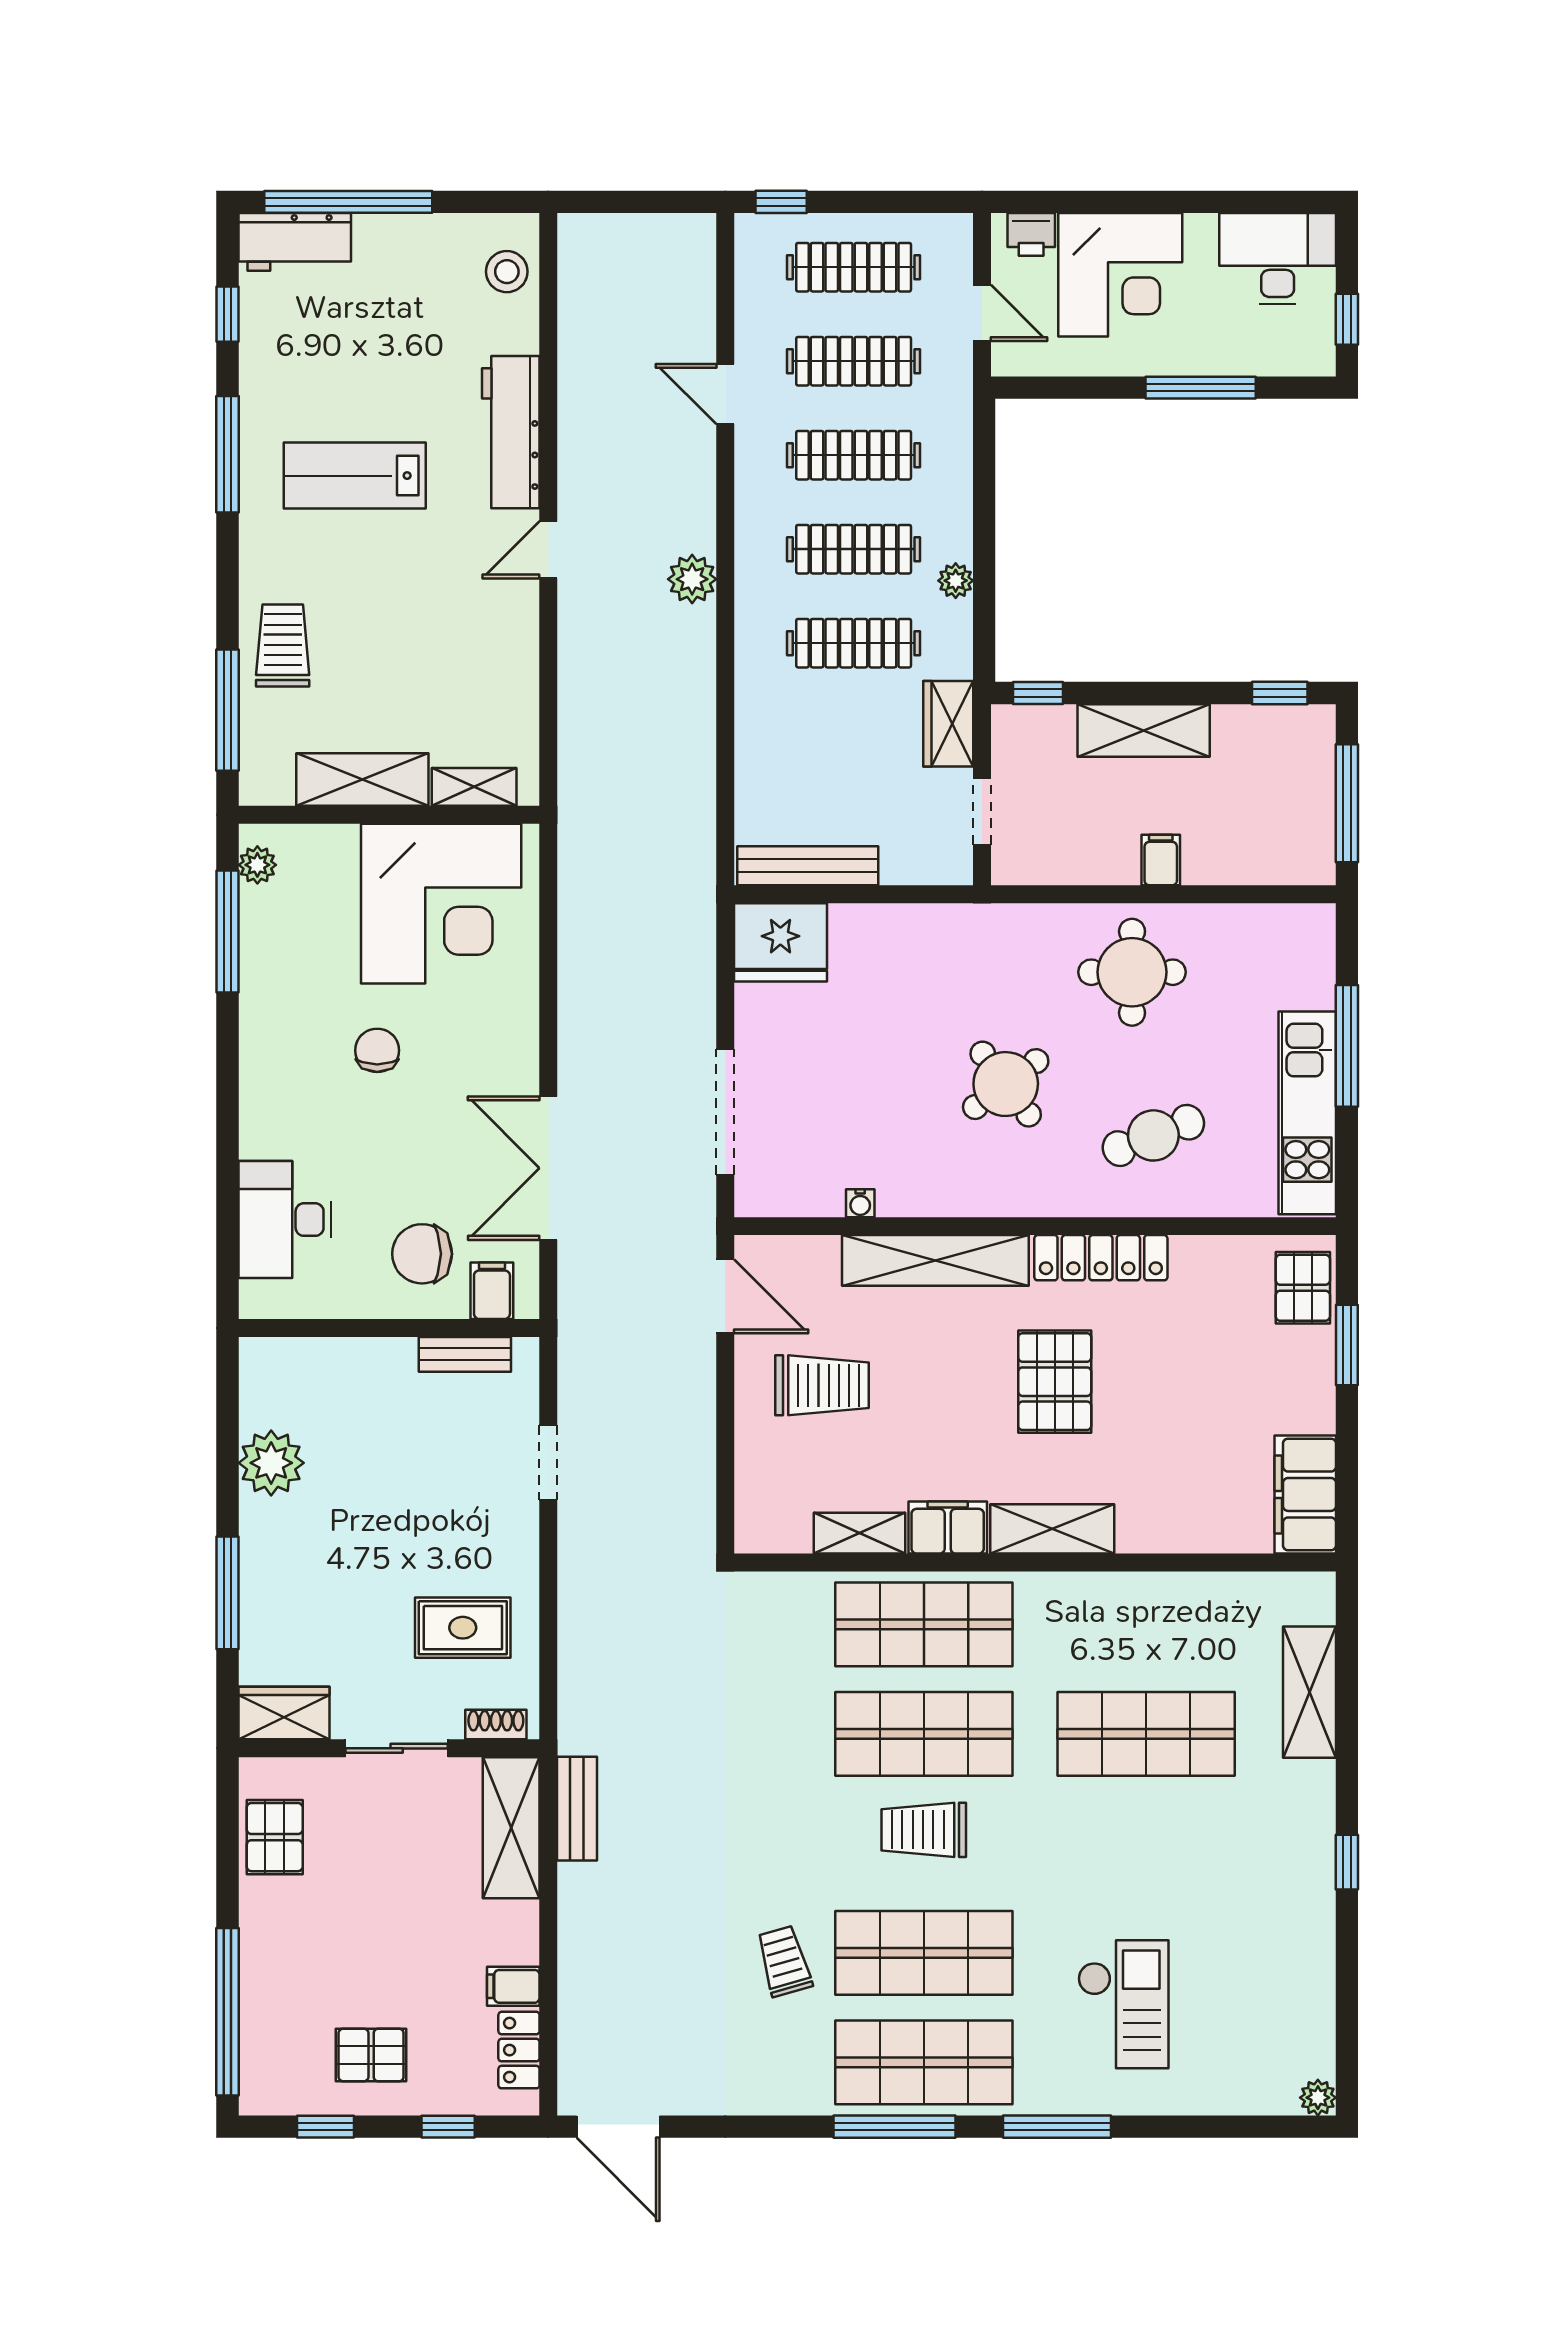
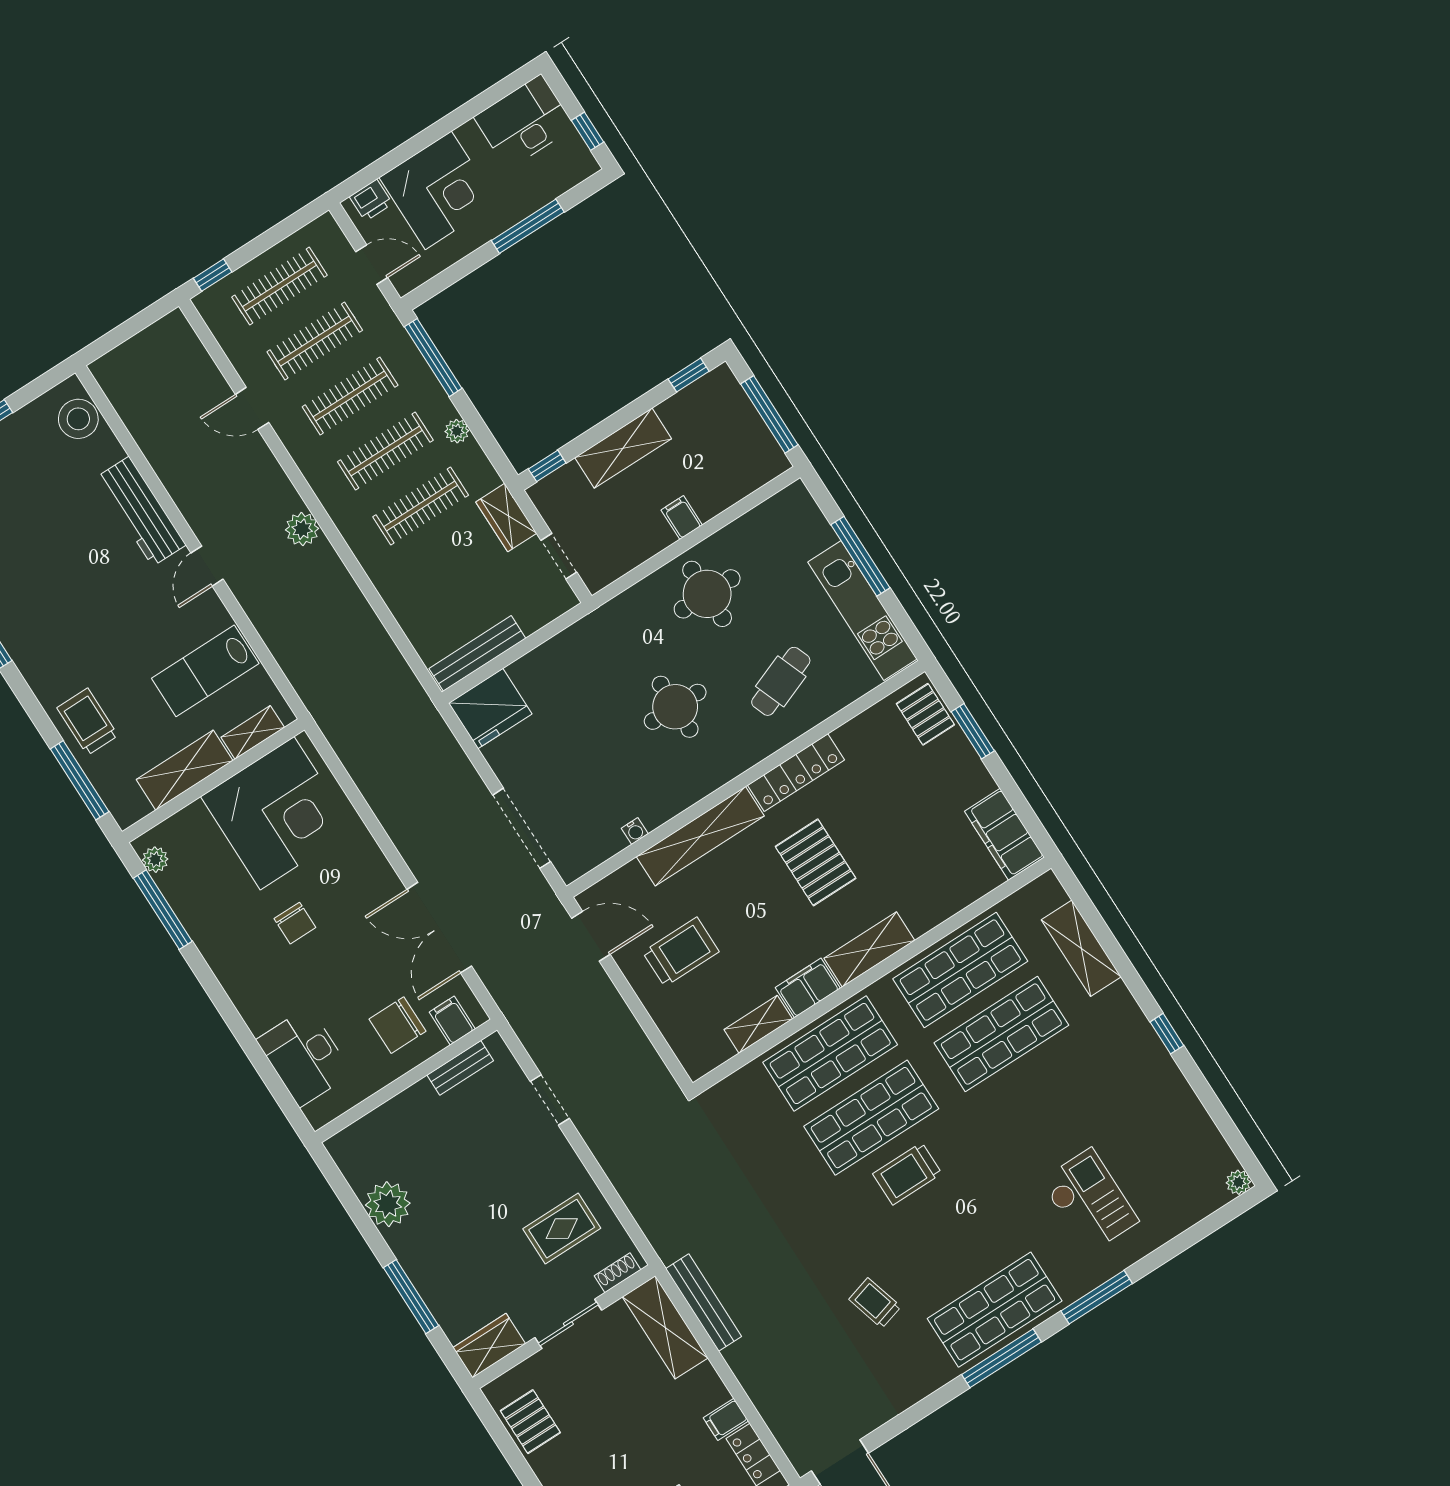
stool: (507, 272) -> (78, 419), width x1.38, depth x1.38
window: (984, 473) -> (433, 358), added
lab bench: (355, 476) -> (205, 671), moved
chair: (377, 1050) -> (295, 923), turned 180
round table: (1006, 1084) -> (675, 707), turned 37
bench: (577, 1809) -> (704, 1303), width x1.36
shop shelf: (924, 1953) -> (960, 970), moved

